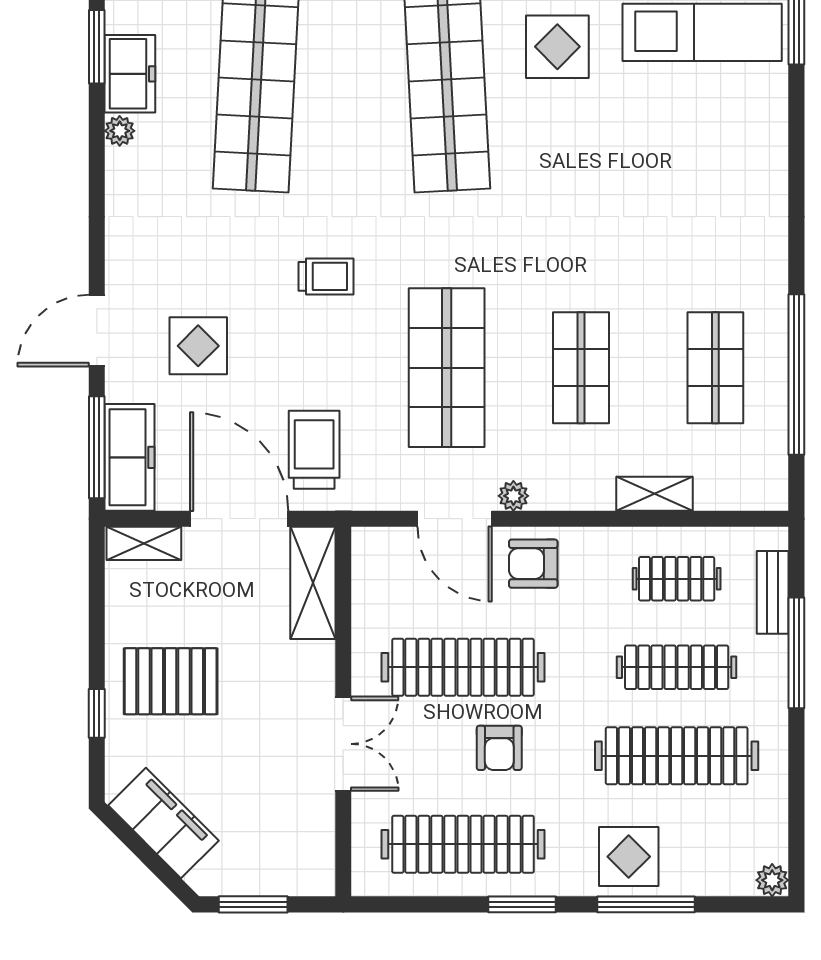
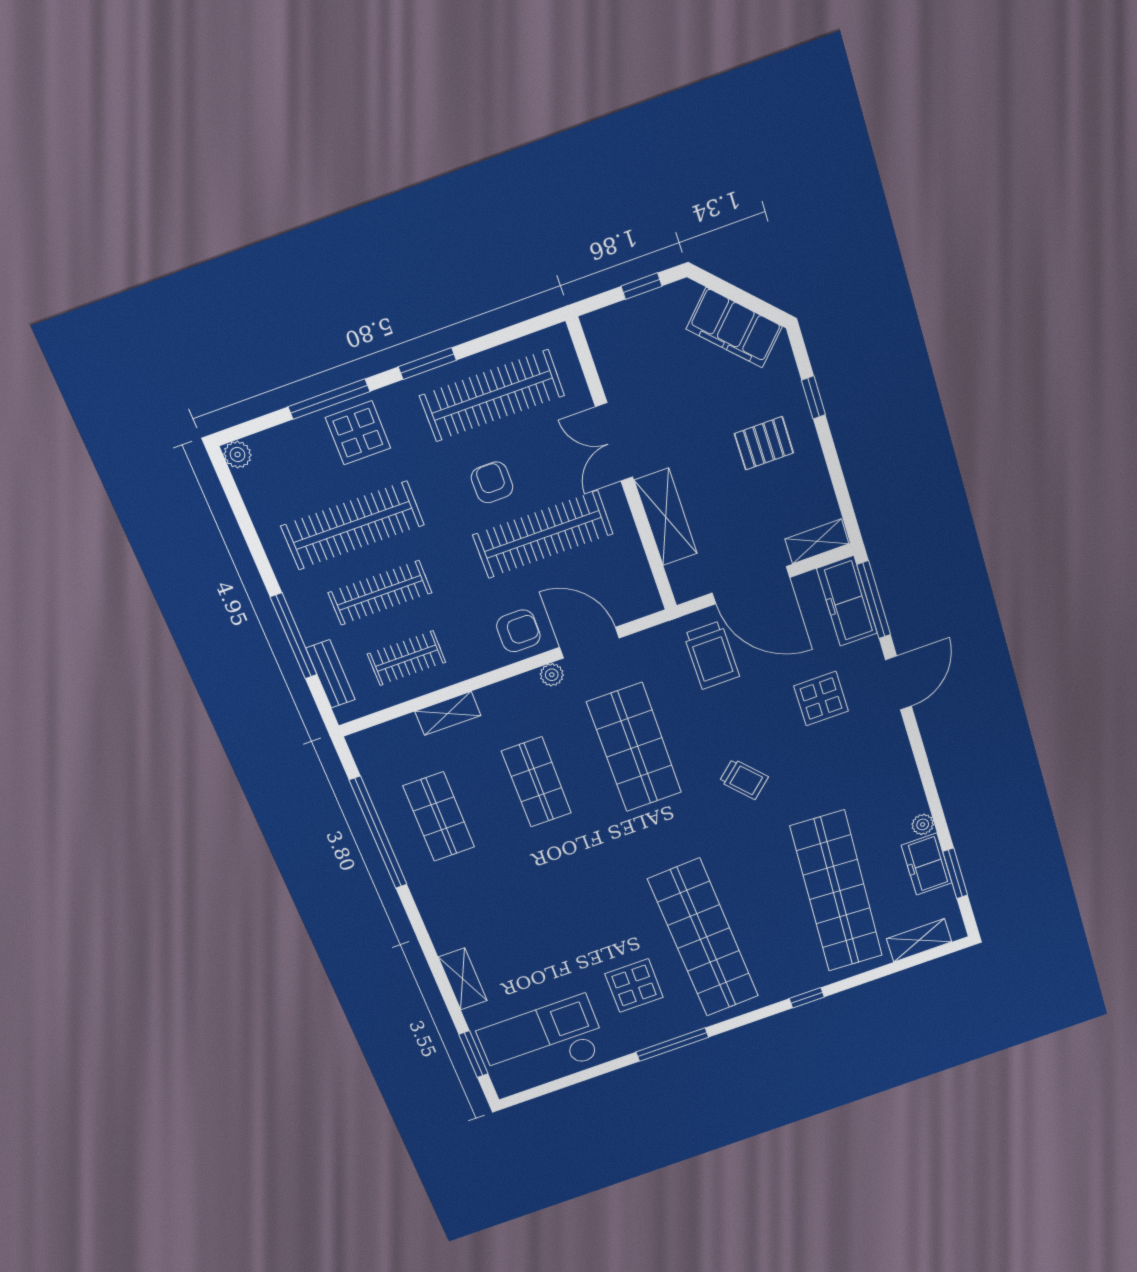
shelving: (769, 140) -> (463, 979), added
trolley: (326, 276) -> (744, 779), turned -132
shelving: (313, 583) -> (666, 517), moved
pallet: (171, 681) -> (764, 443), width x0.67, depth x0.71
window: (253, 904) -> (641, 286), width x0.67

